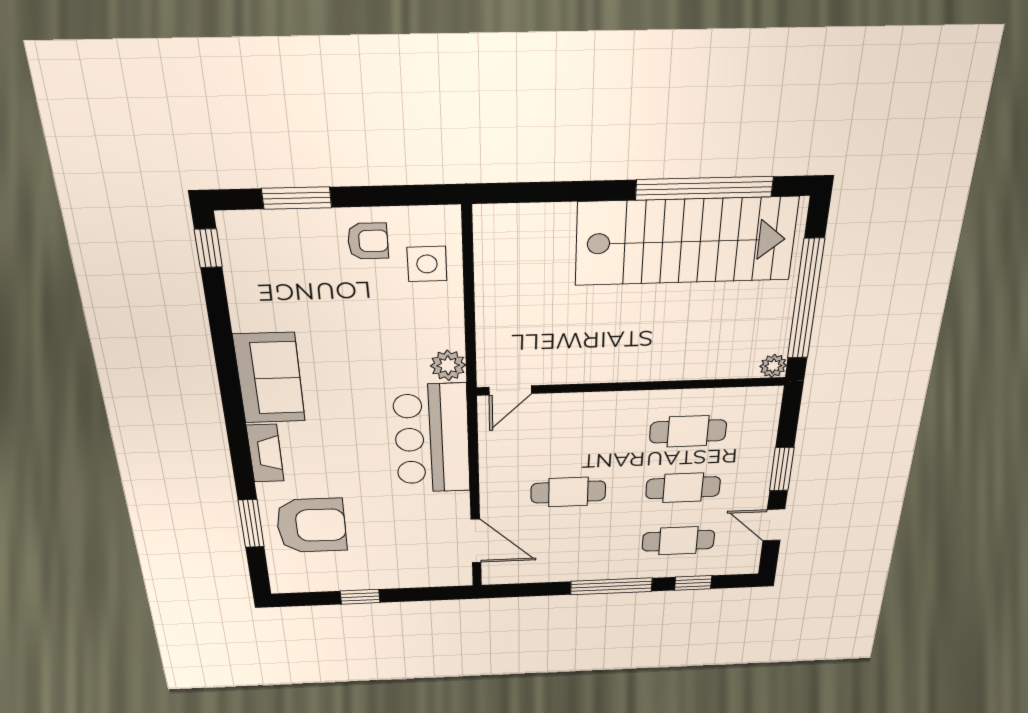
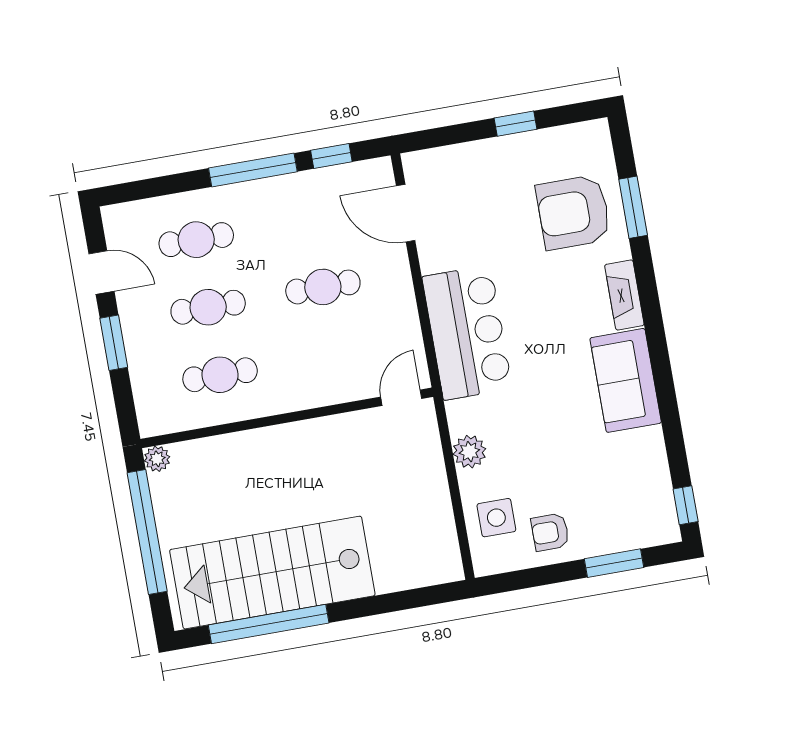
plant: (448, 365) -> (469, 452), moved
window: (693, 583) -> (331, 156), moved

